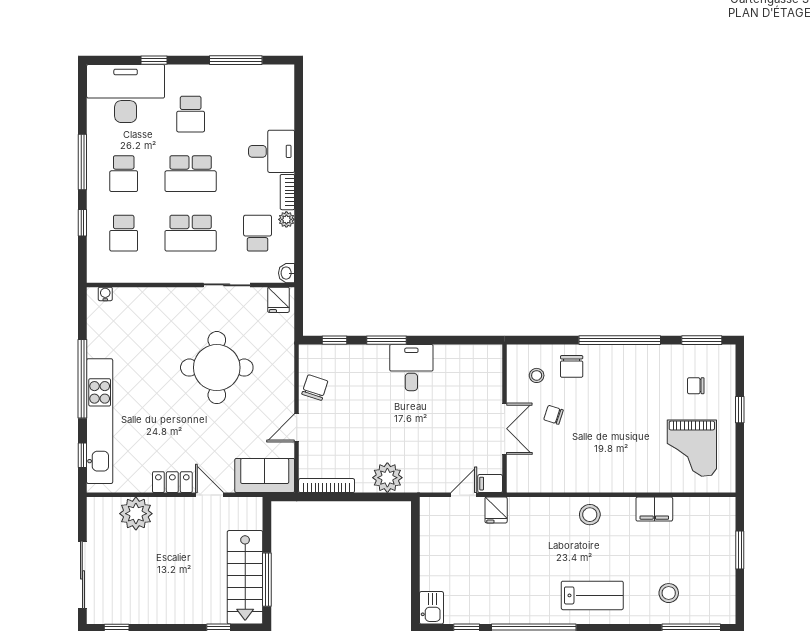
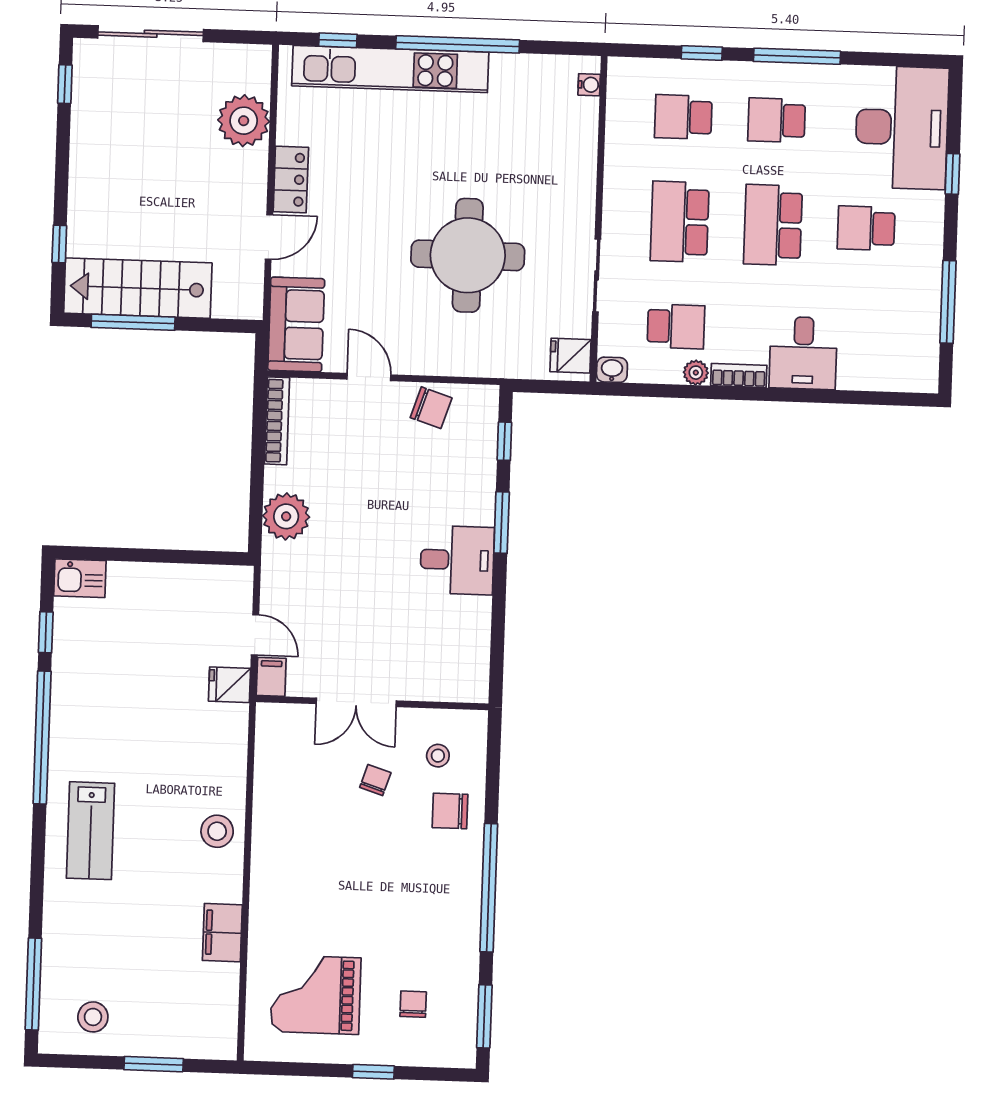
stool: (669, 593) -> (93, 1017), moved

